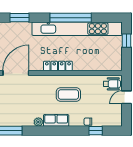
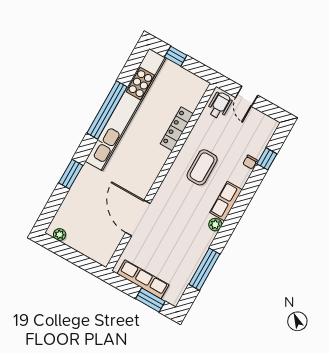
locker: (58, 66) -> (177, 129), moved

